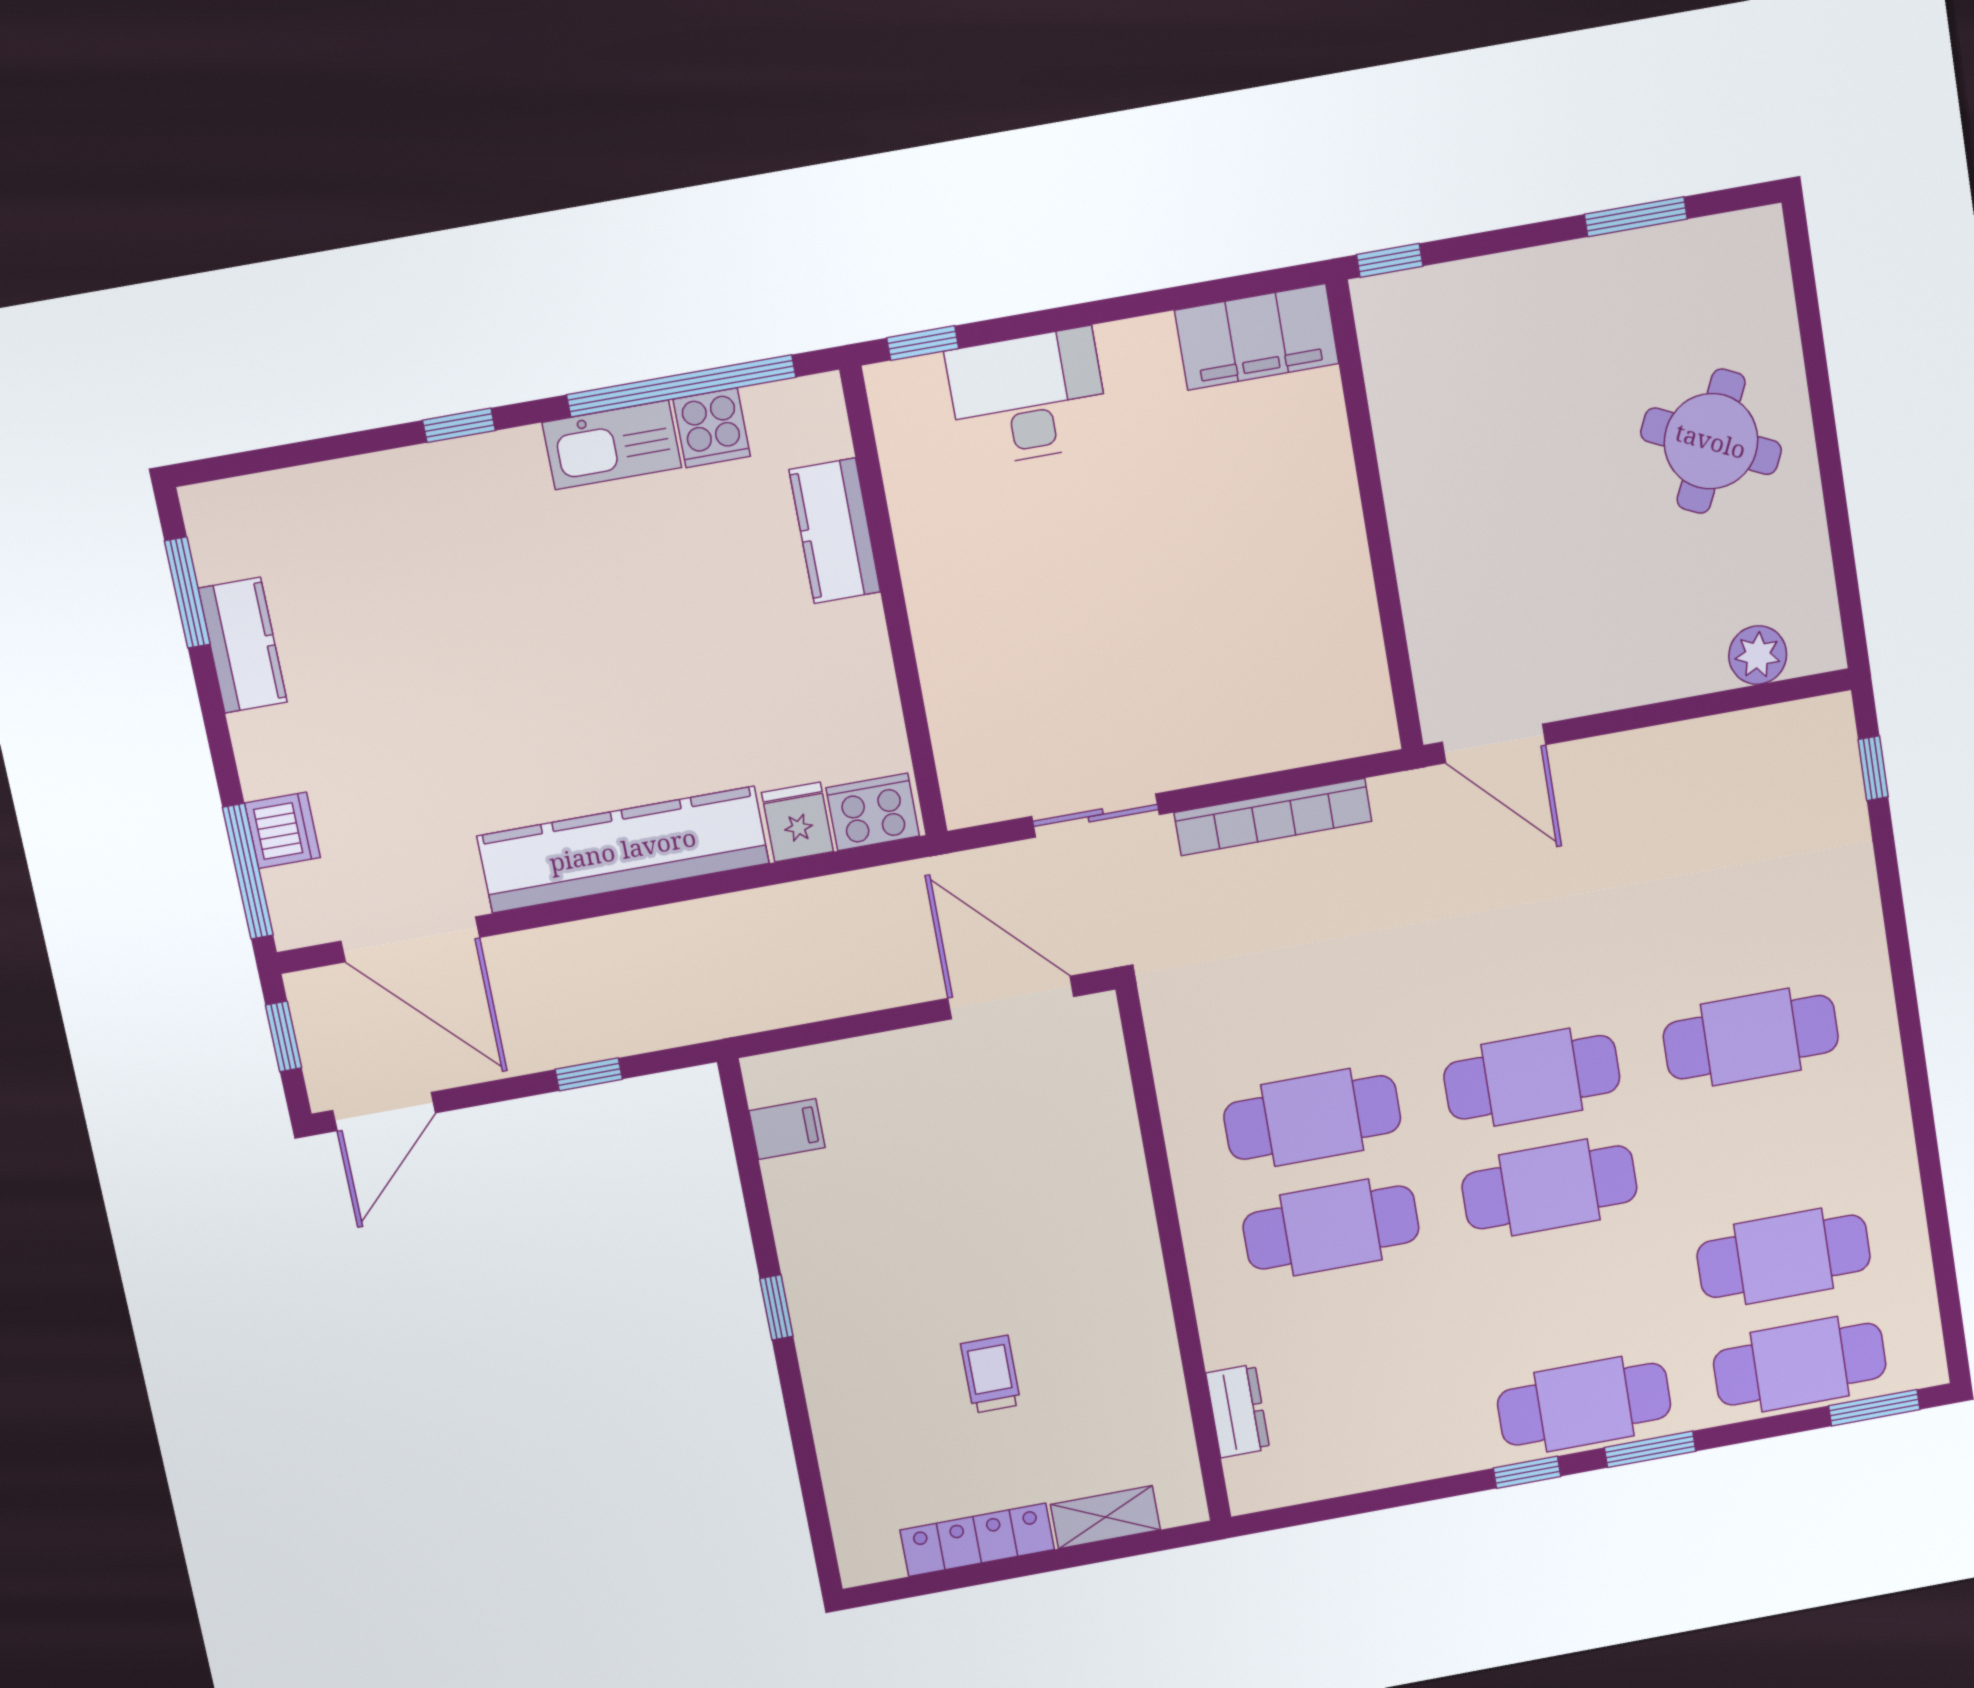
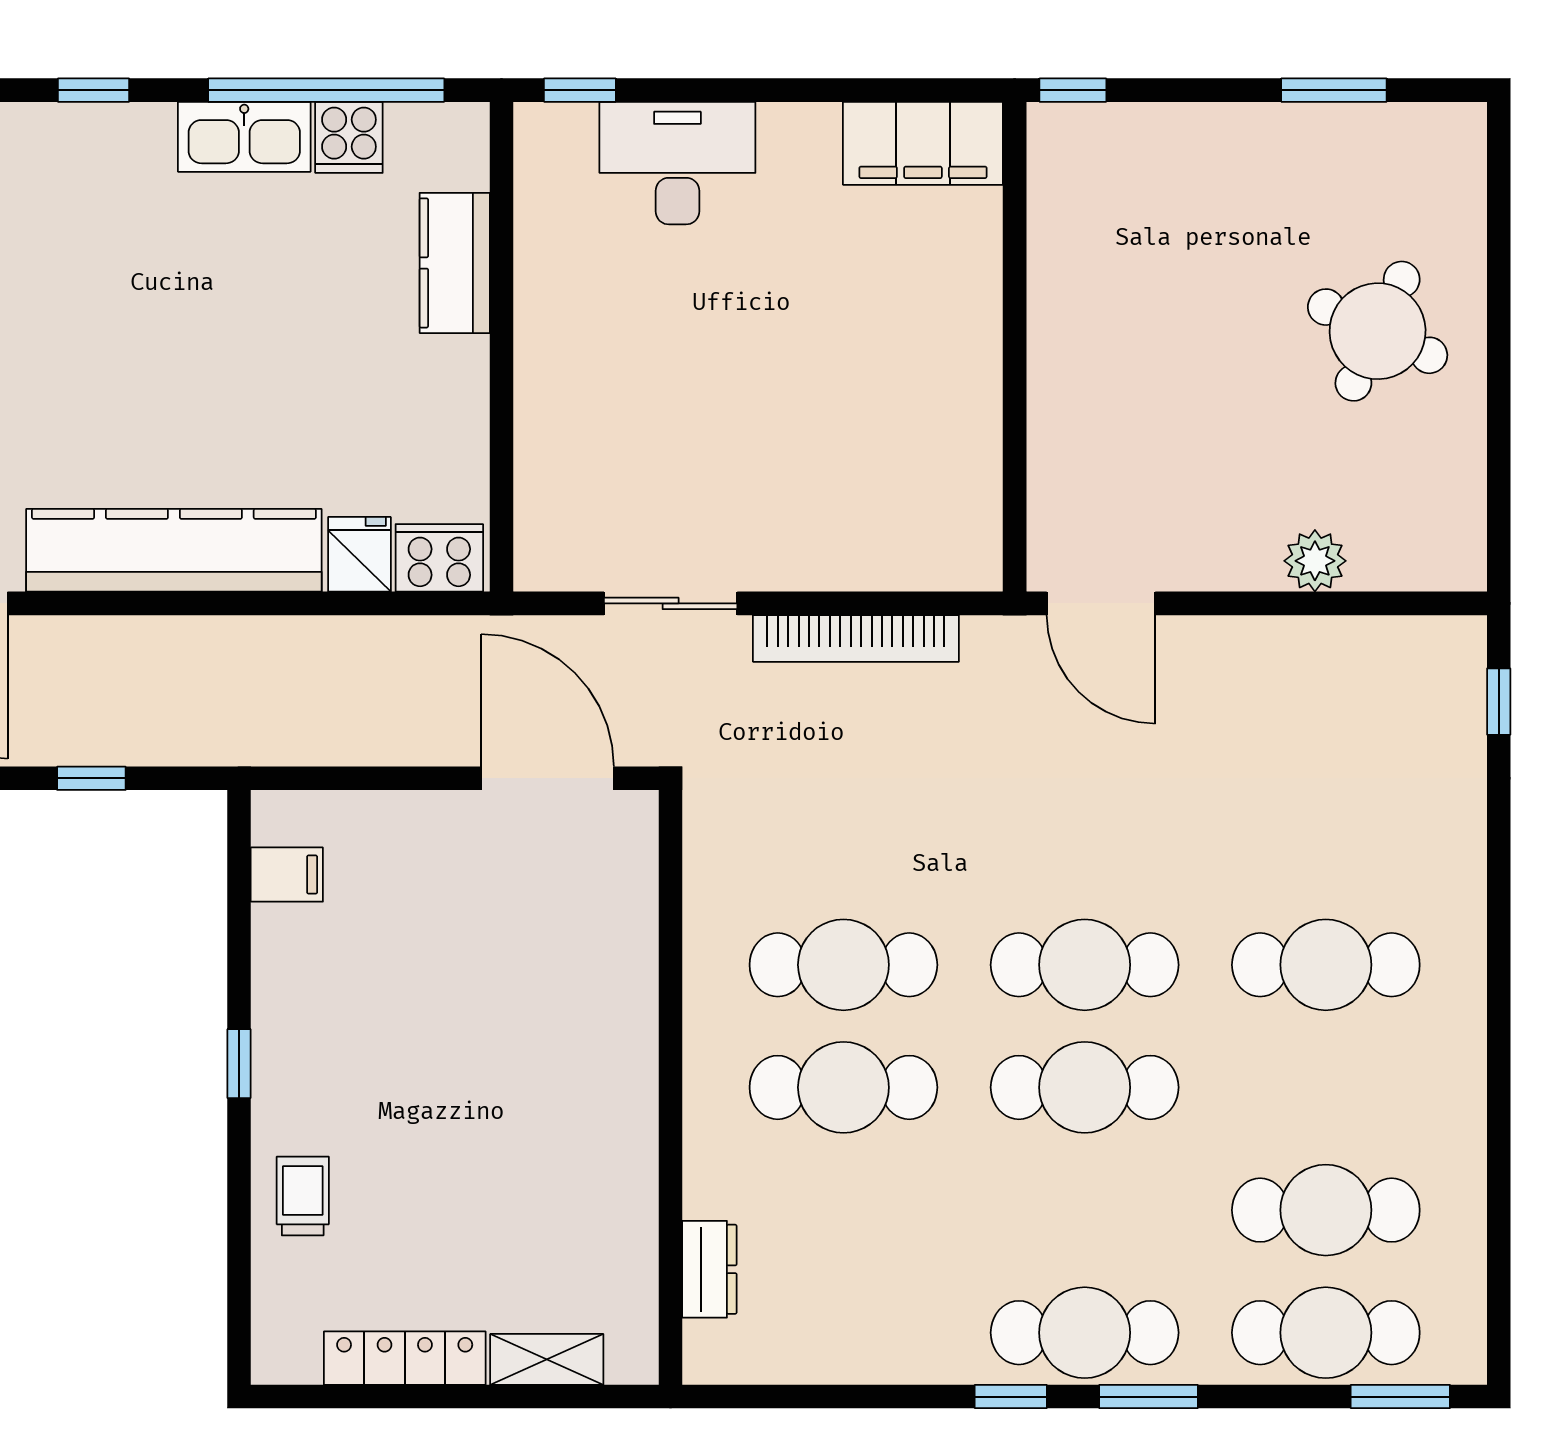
plant: (1758, 655) -> (1315, 561), moved
trolley: (991, 1374) -> (303, 1196), moved

